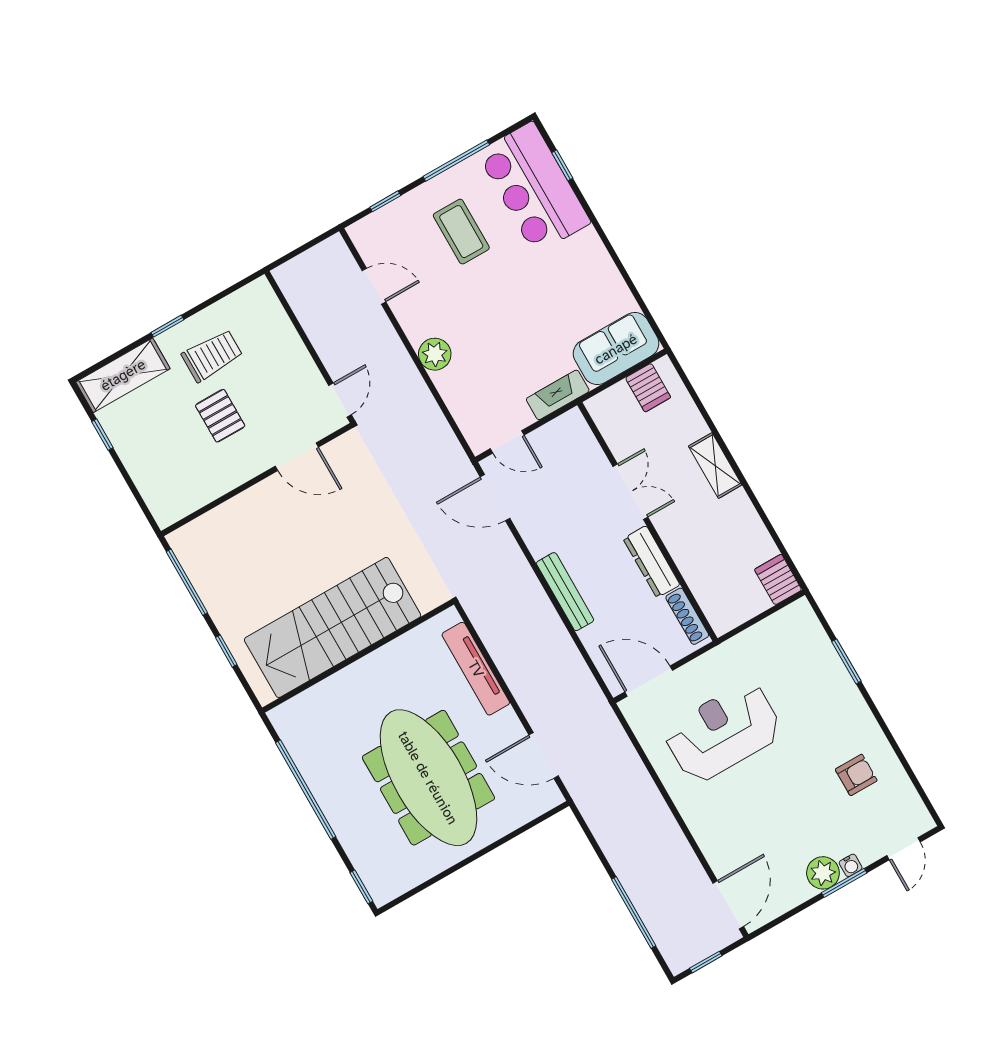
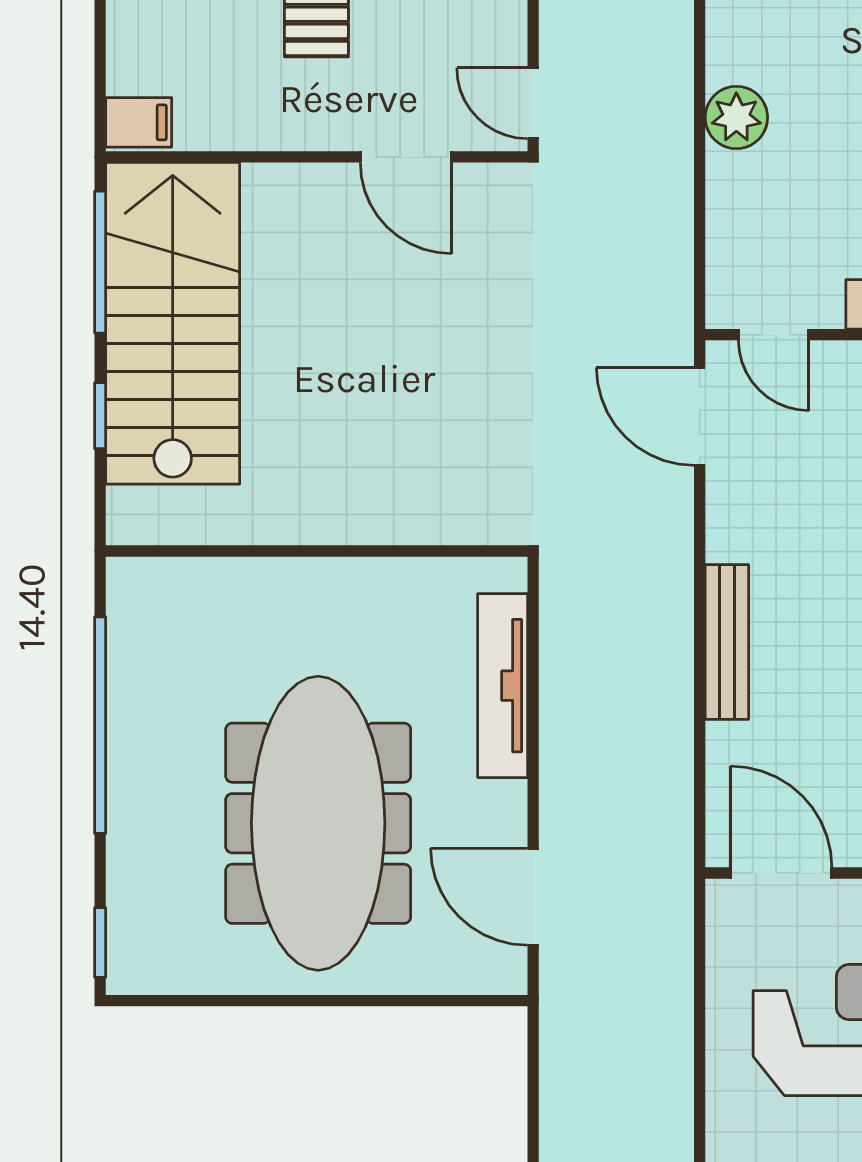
door: (340, 400) -> (533, 103), swing flipped
filing cabinet: (168, 510) -> (139, 122), added
stairs: (333, 627) -> (173, 323), moved, turned 90

